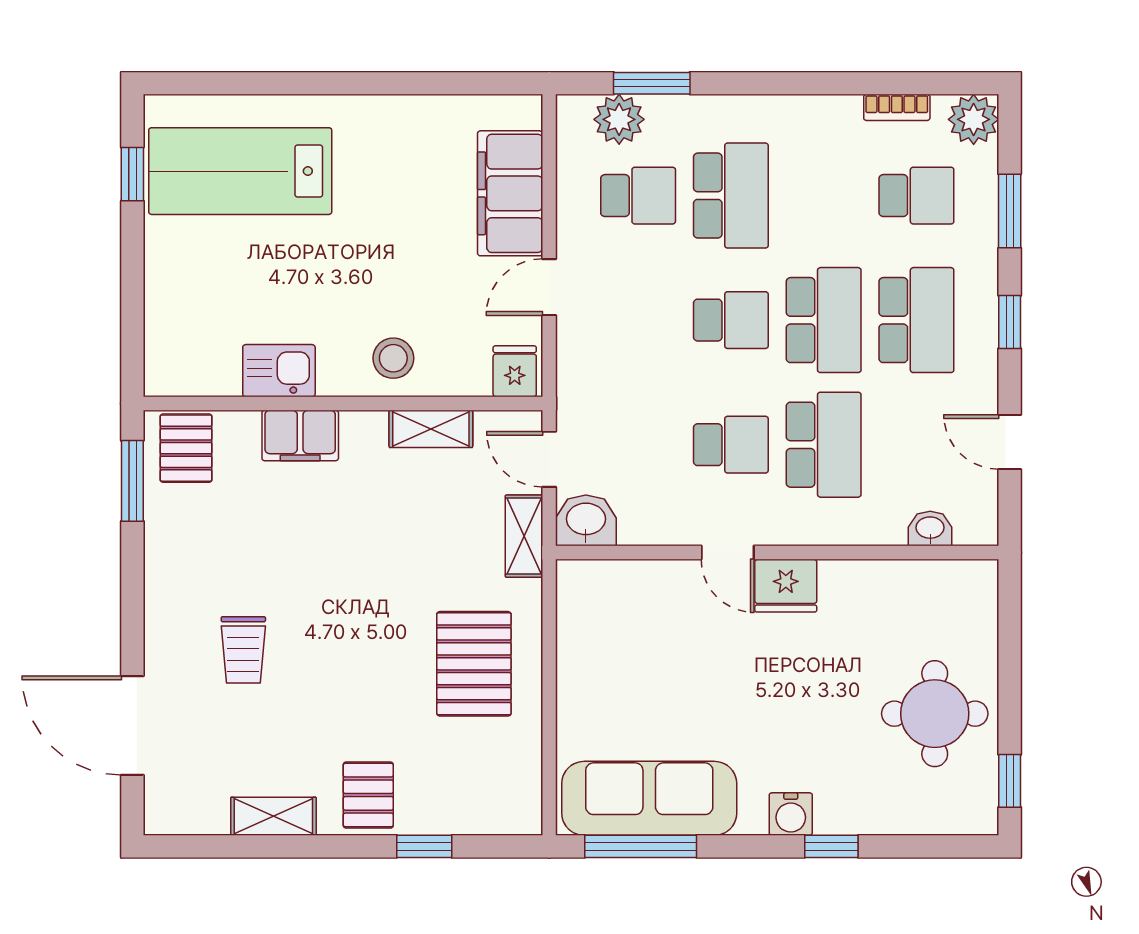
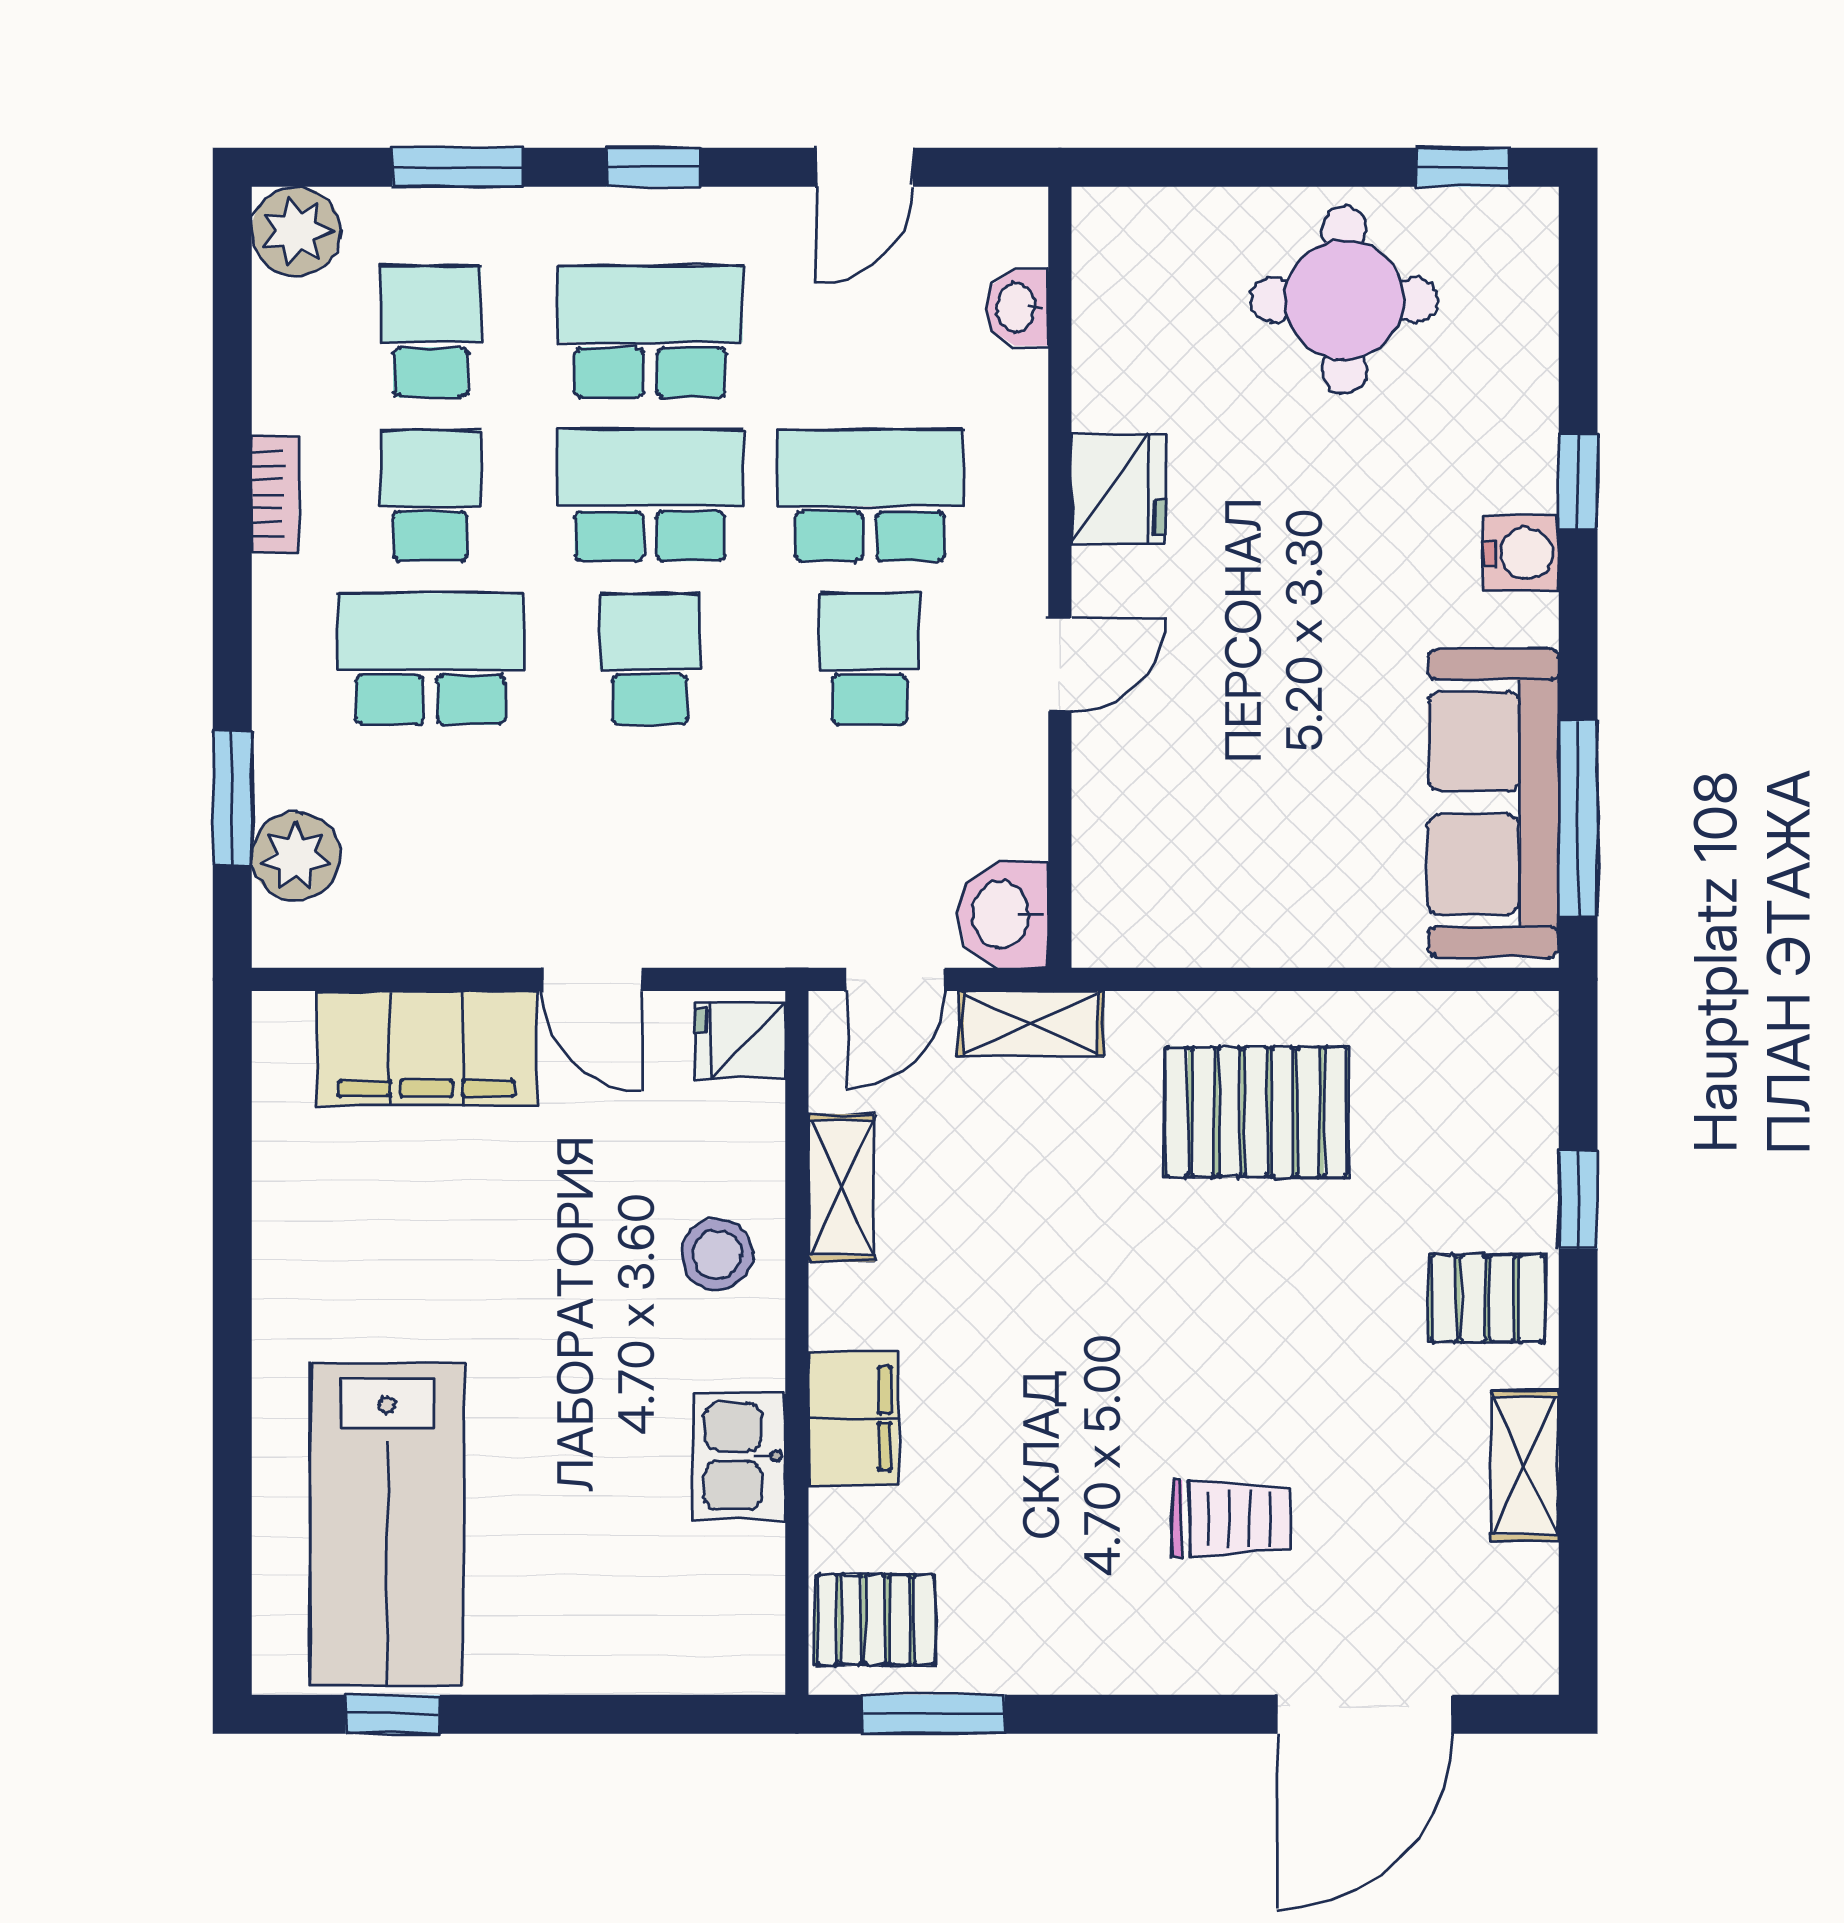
bookcase: (897, 107) -> (275, 494), moved
school desk: (638, 196) -> (430, 495), moved
fridge: (786, 586) -> (1118, 489), moved

